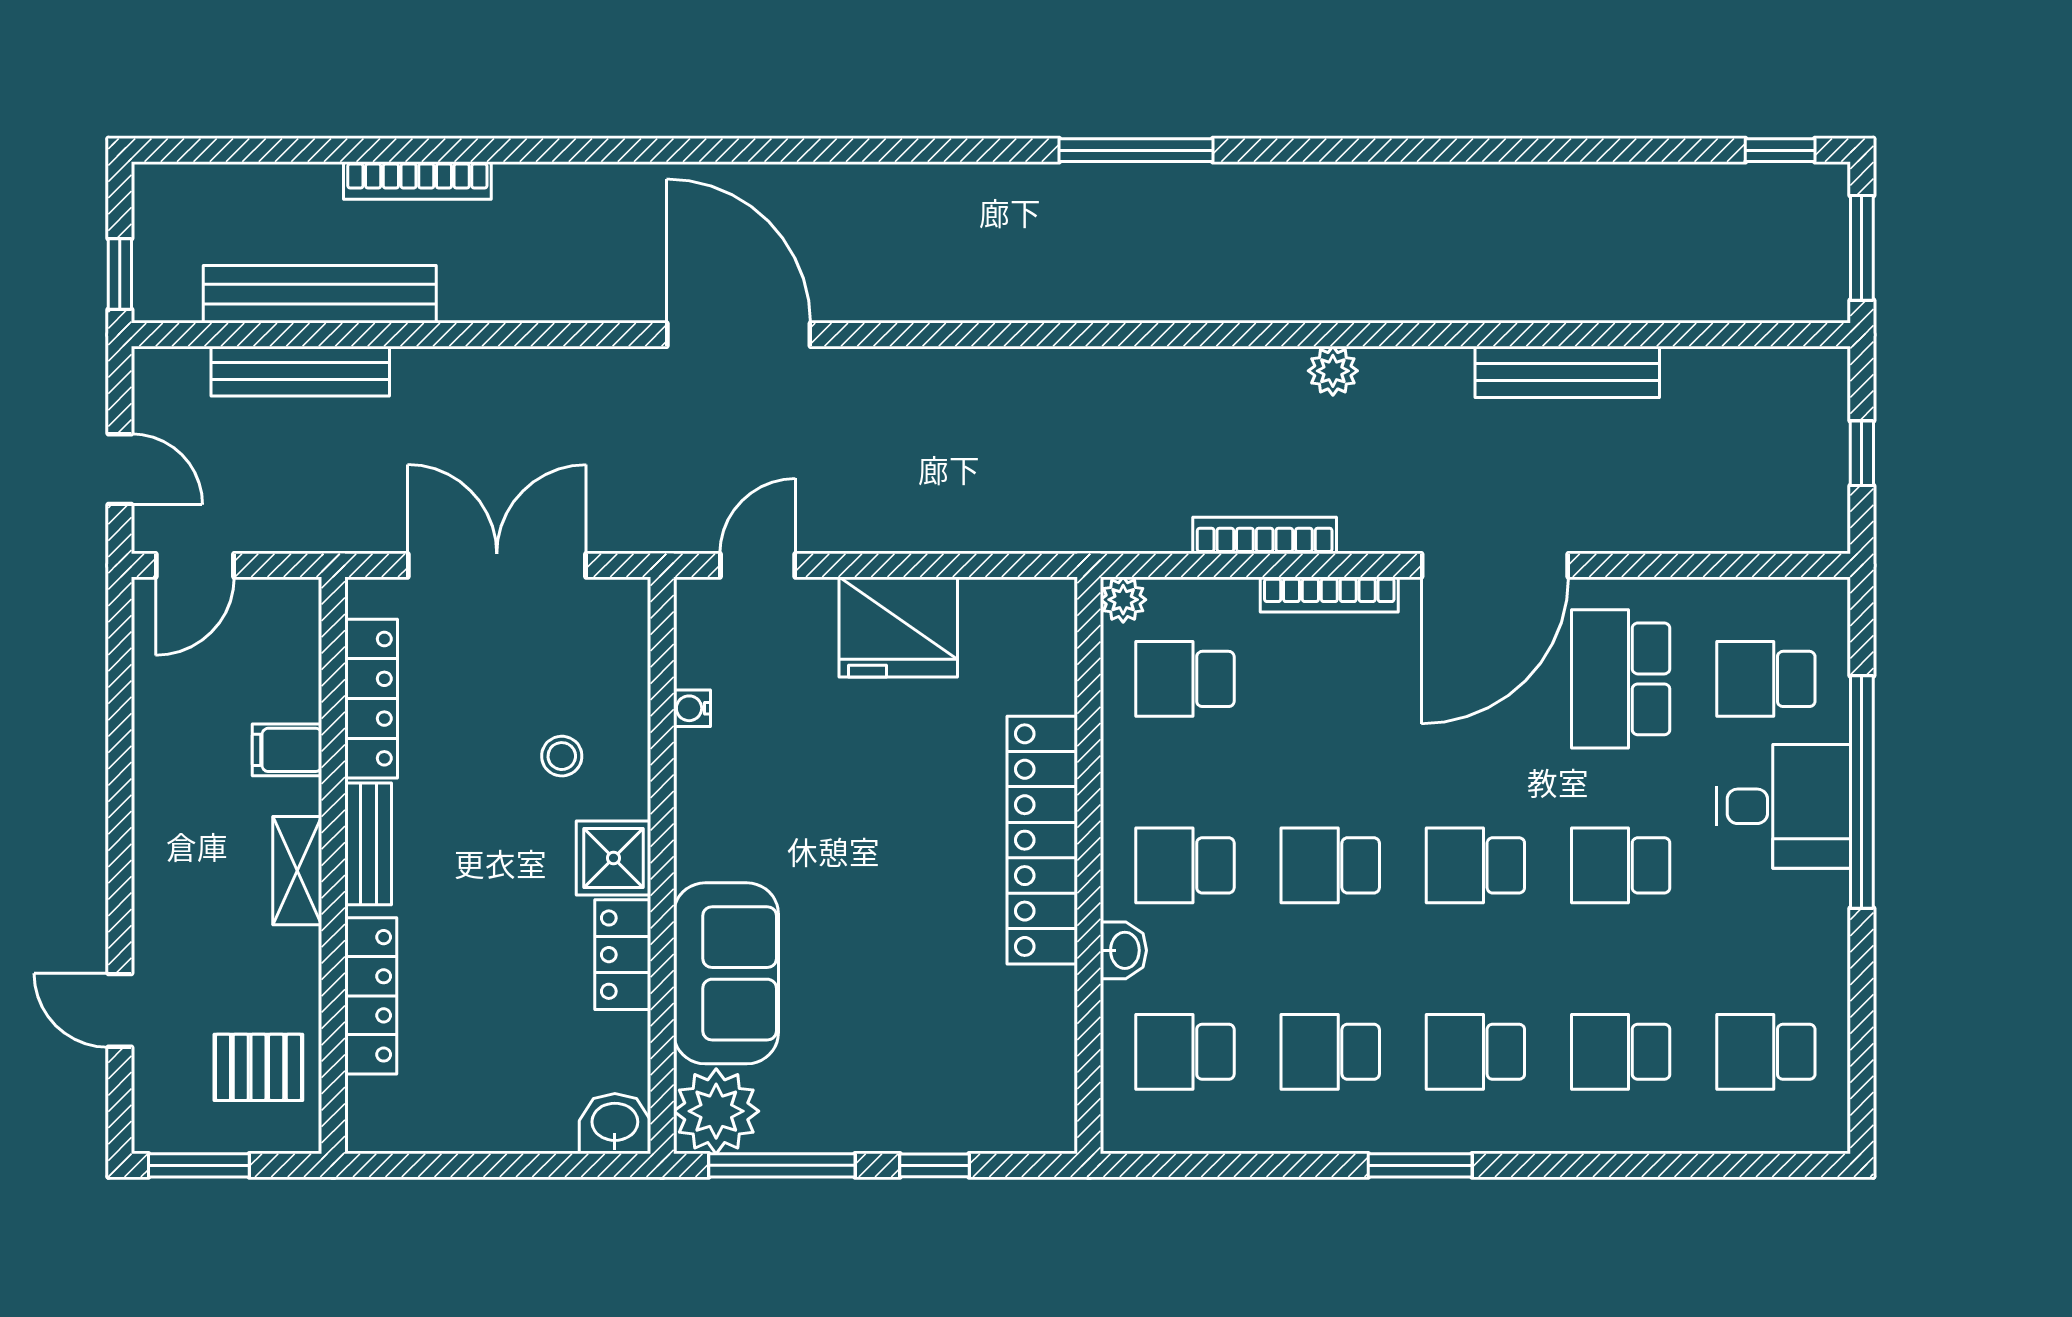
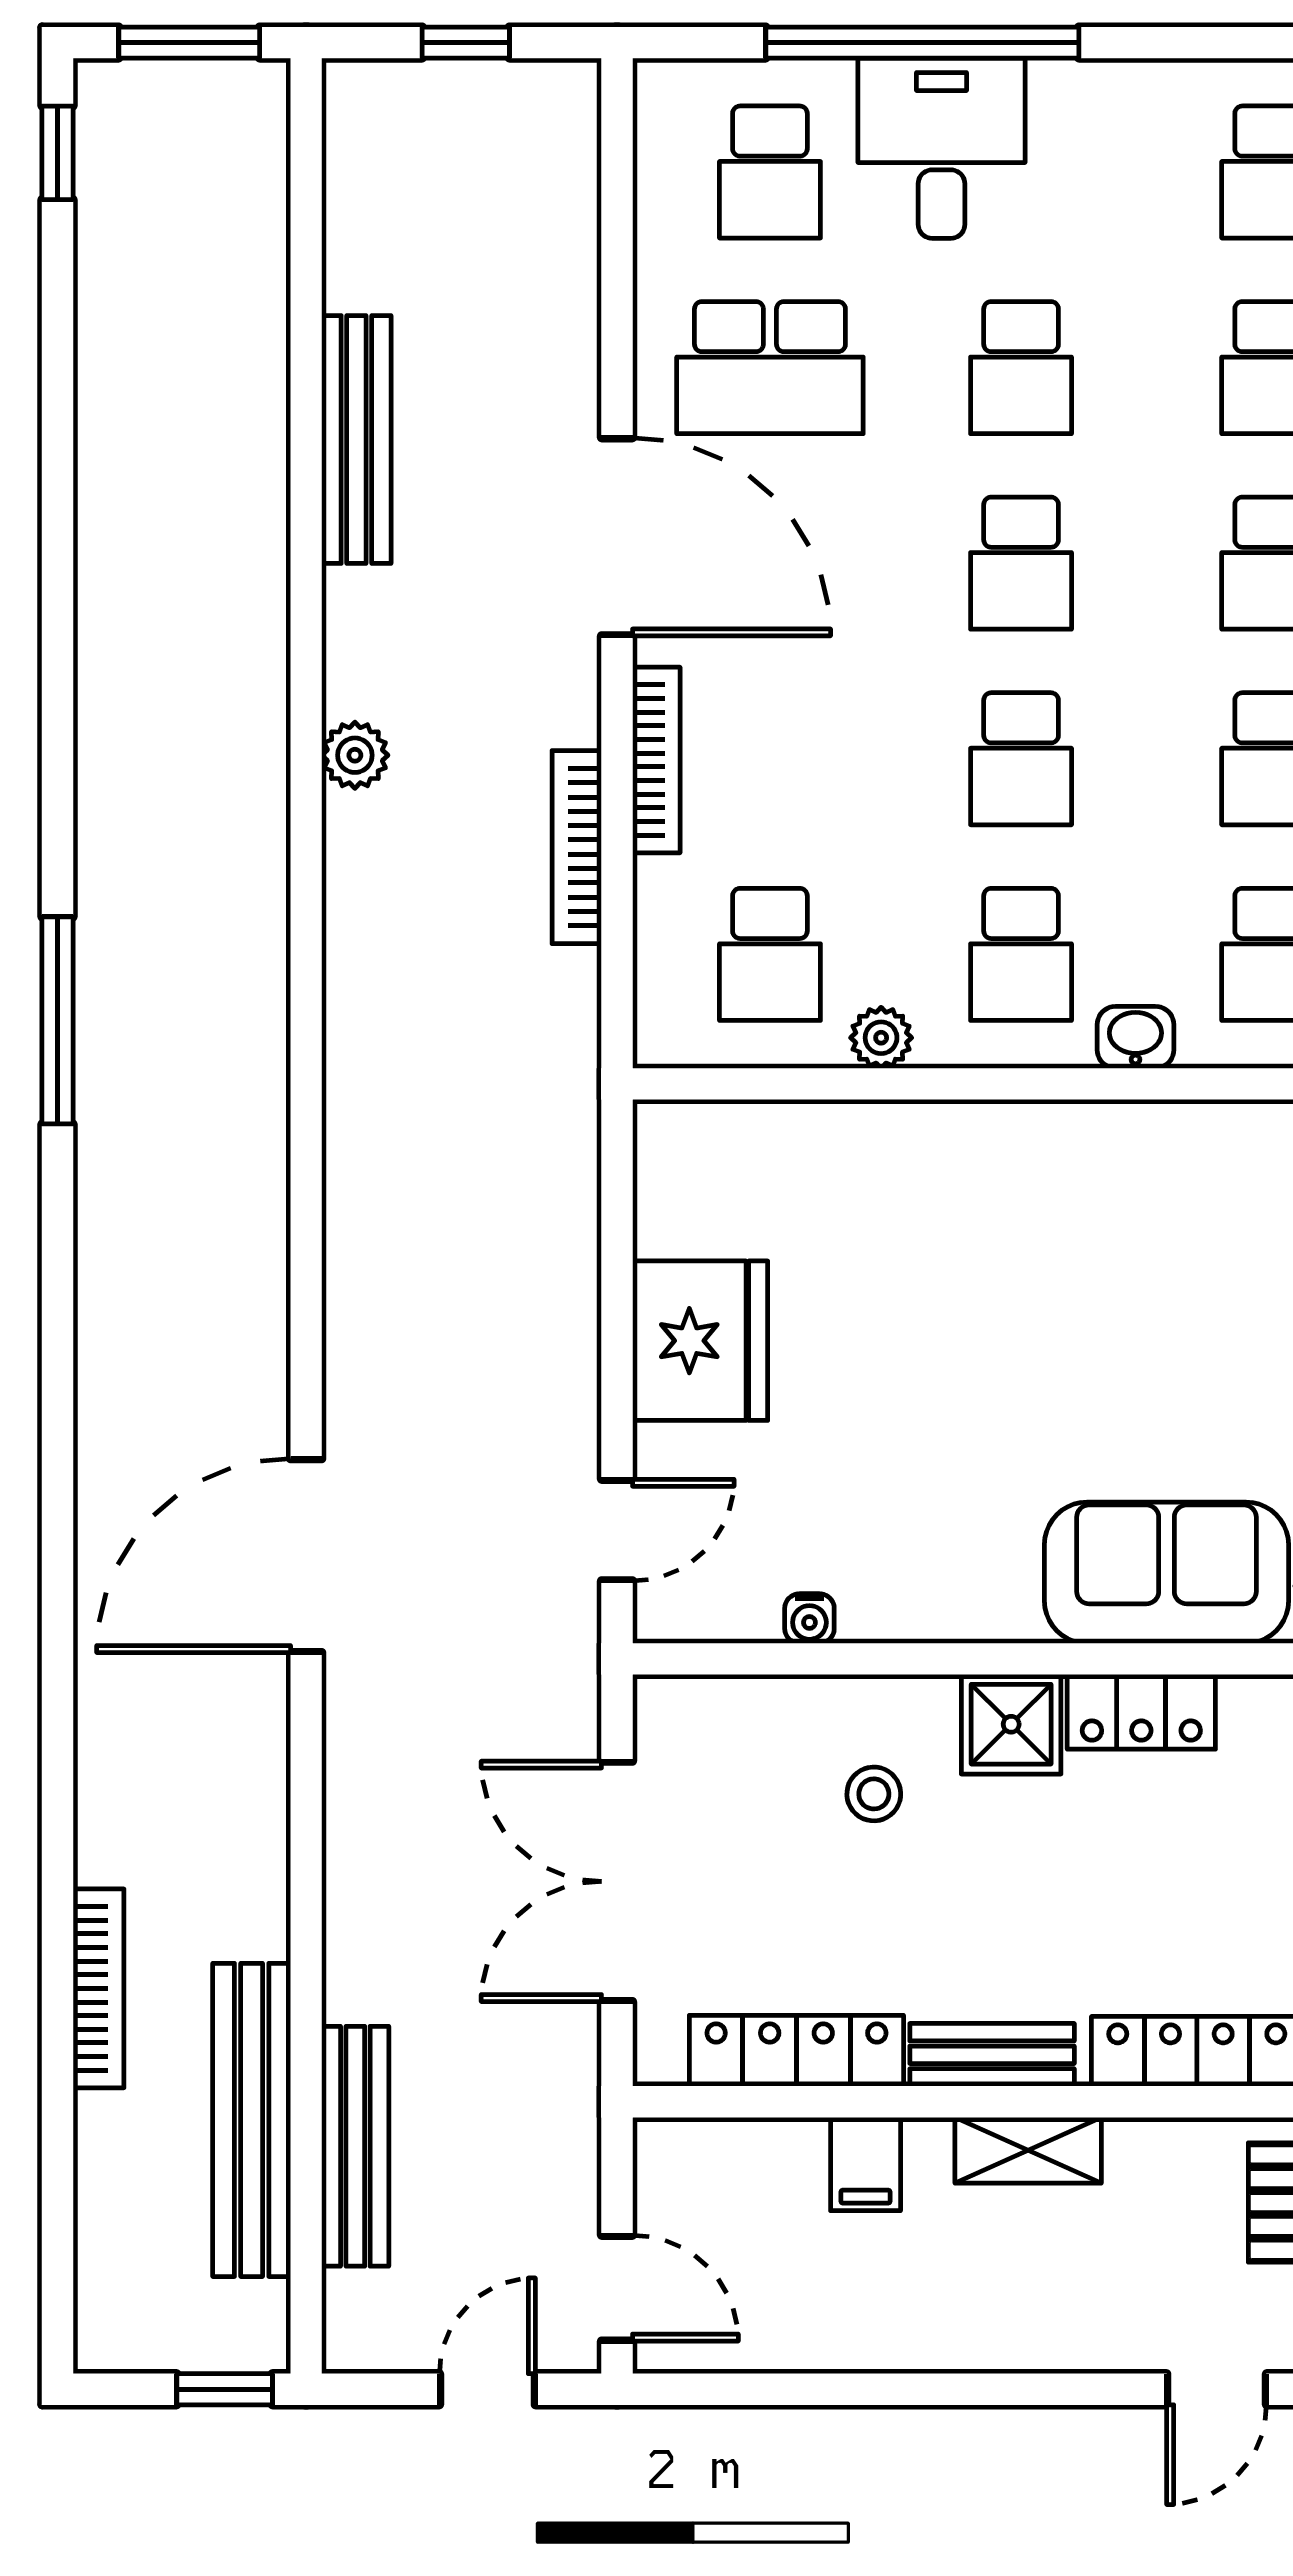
door: (758, 565) -> (617, 1530), swing flipped
plant: (1123, 600) -> (881, 1038), moved
locker: (1042, 840) -> (987, 1147), removed

